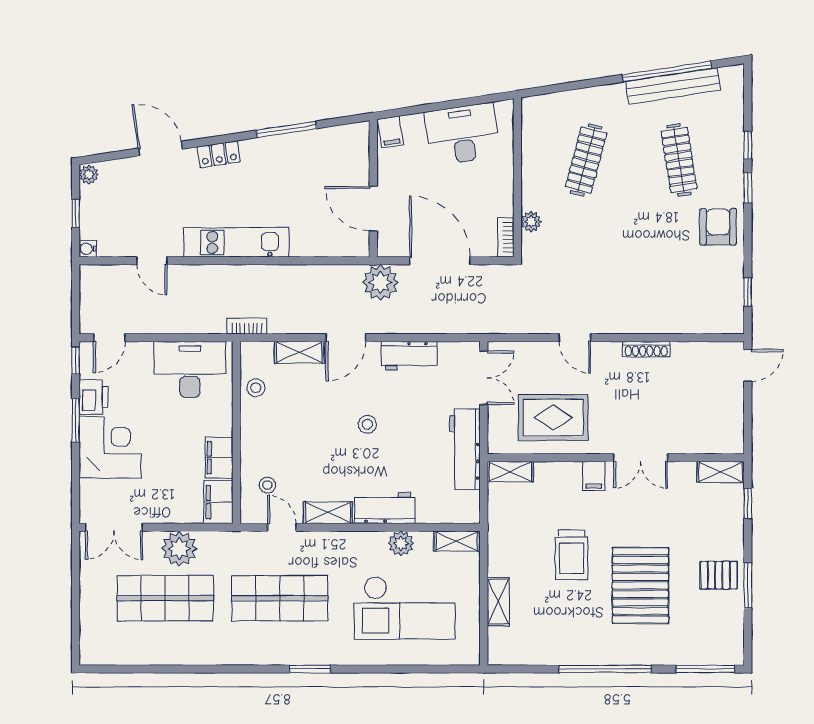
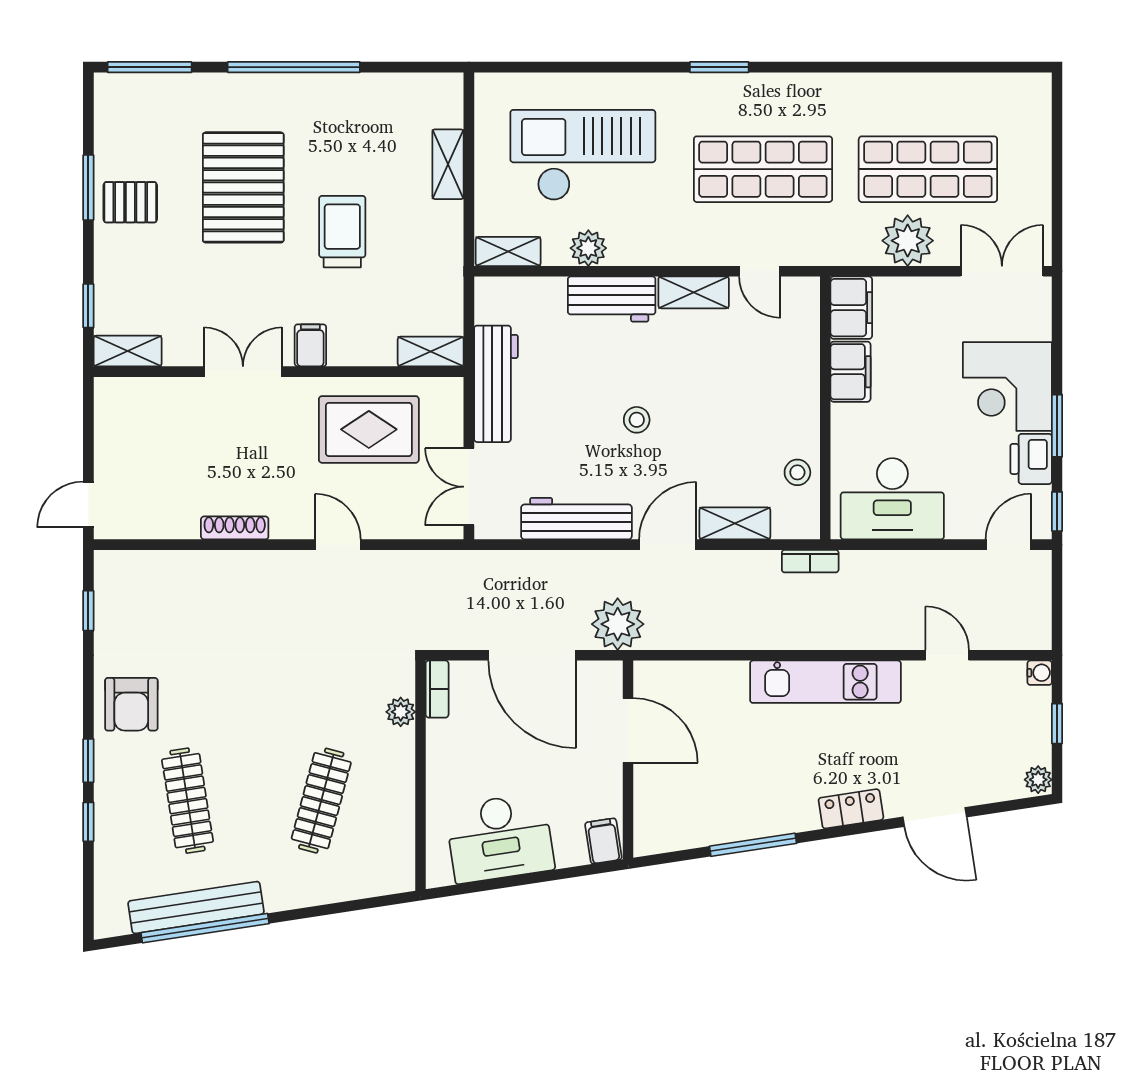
workbench: (409, 356) -> (576, 519), width x1.38
stool: (267, 485) -> (781, 332), removed

